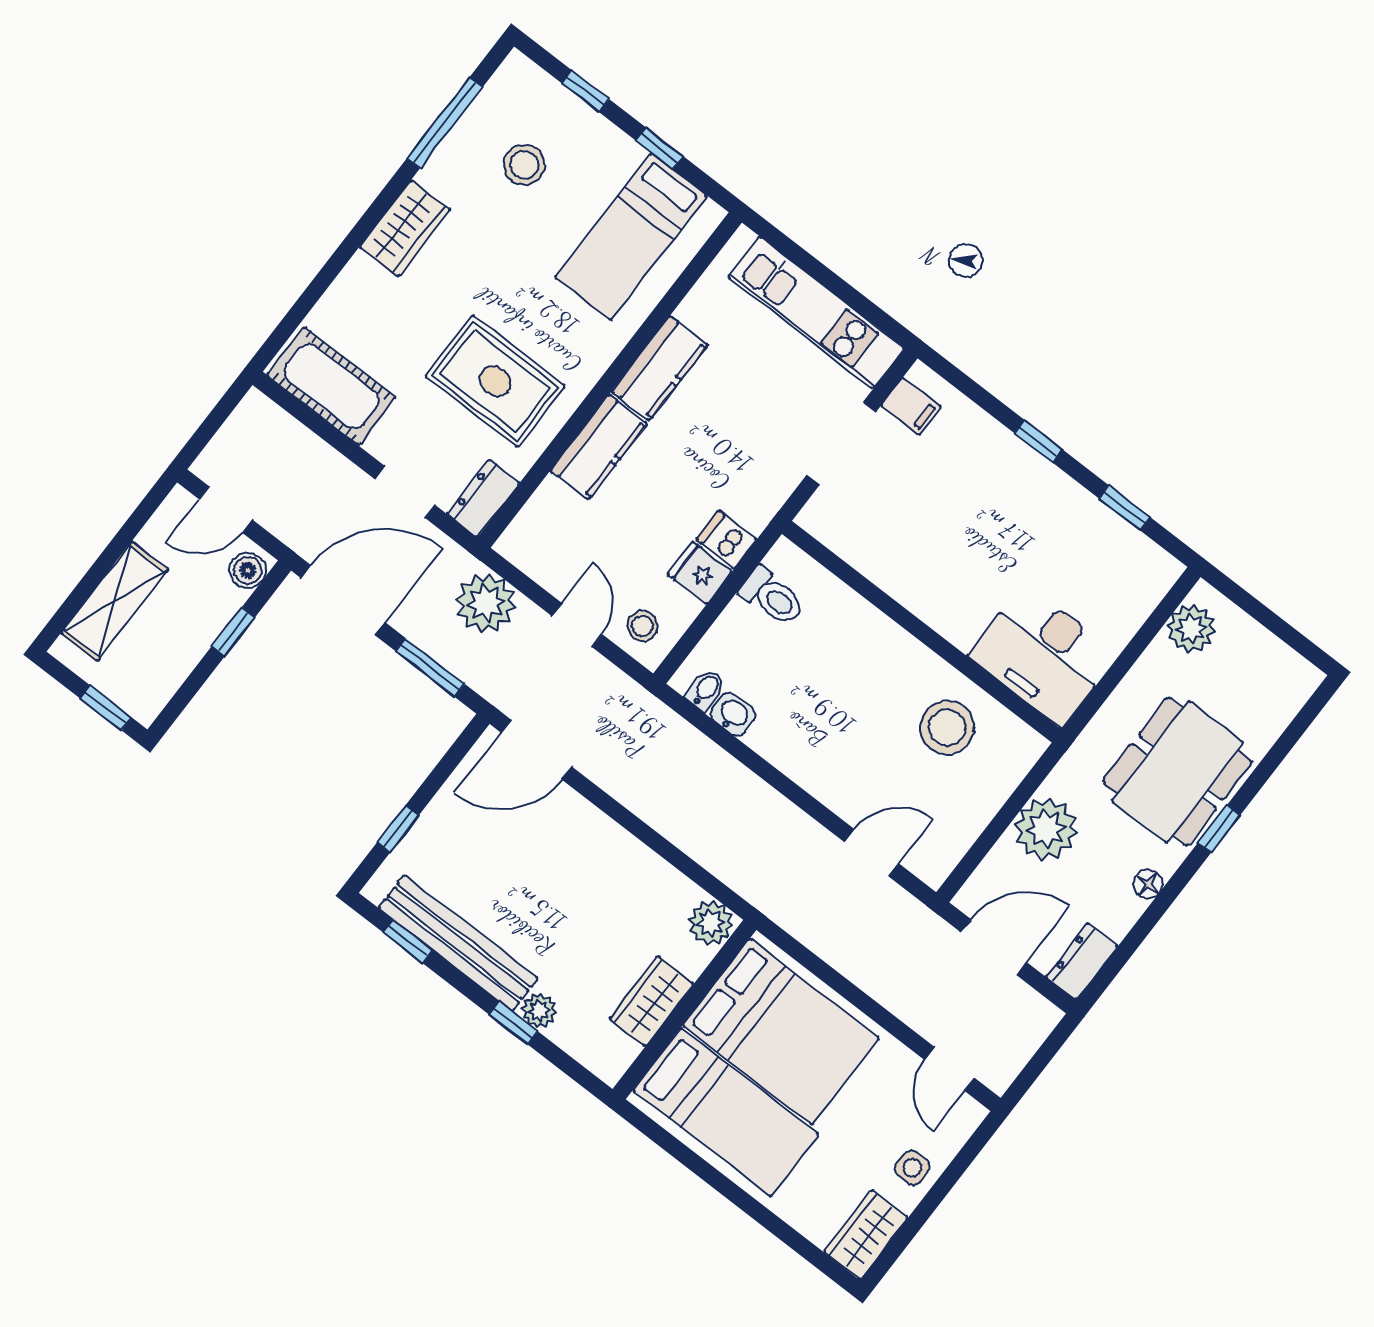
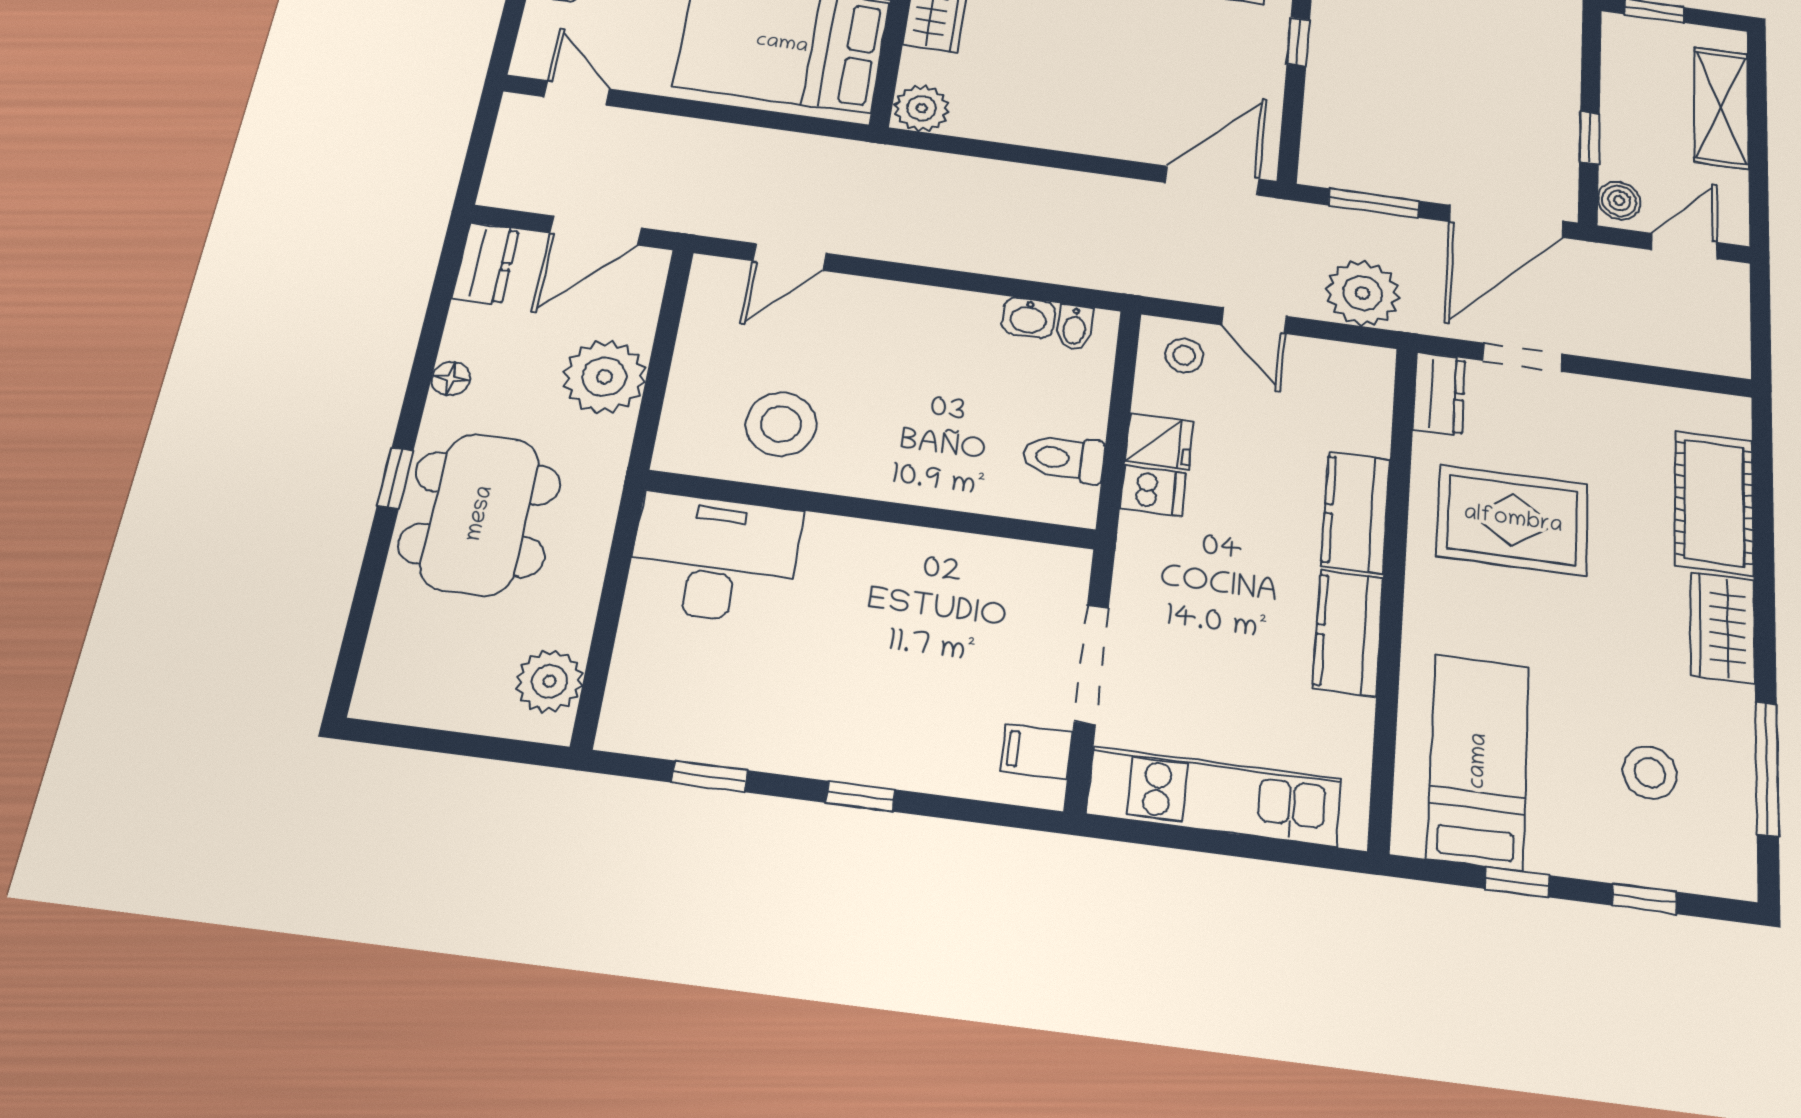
cot: (331, 386) -> (1714, 503), moved, turned 90

